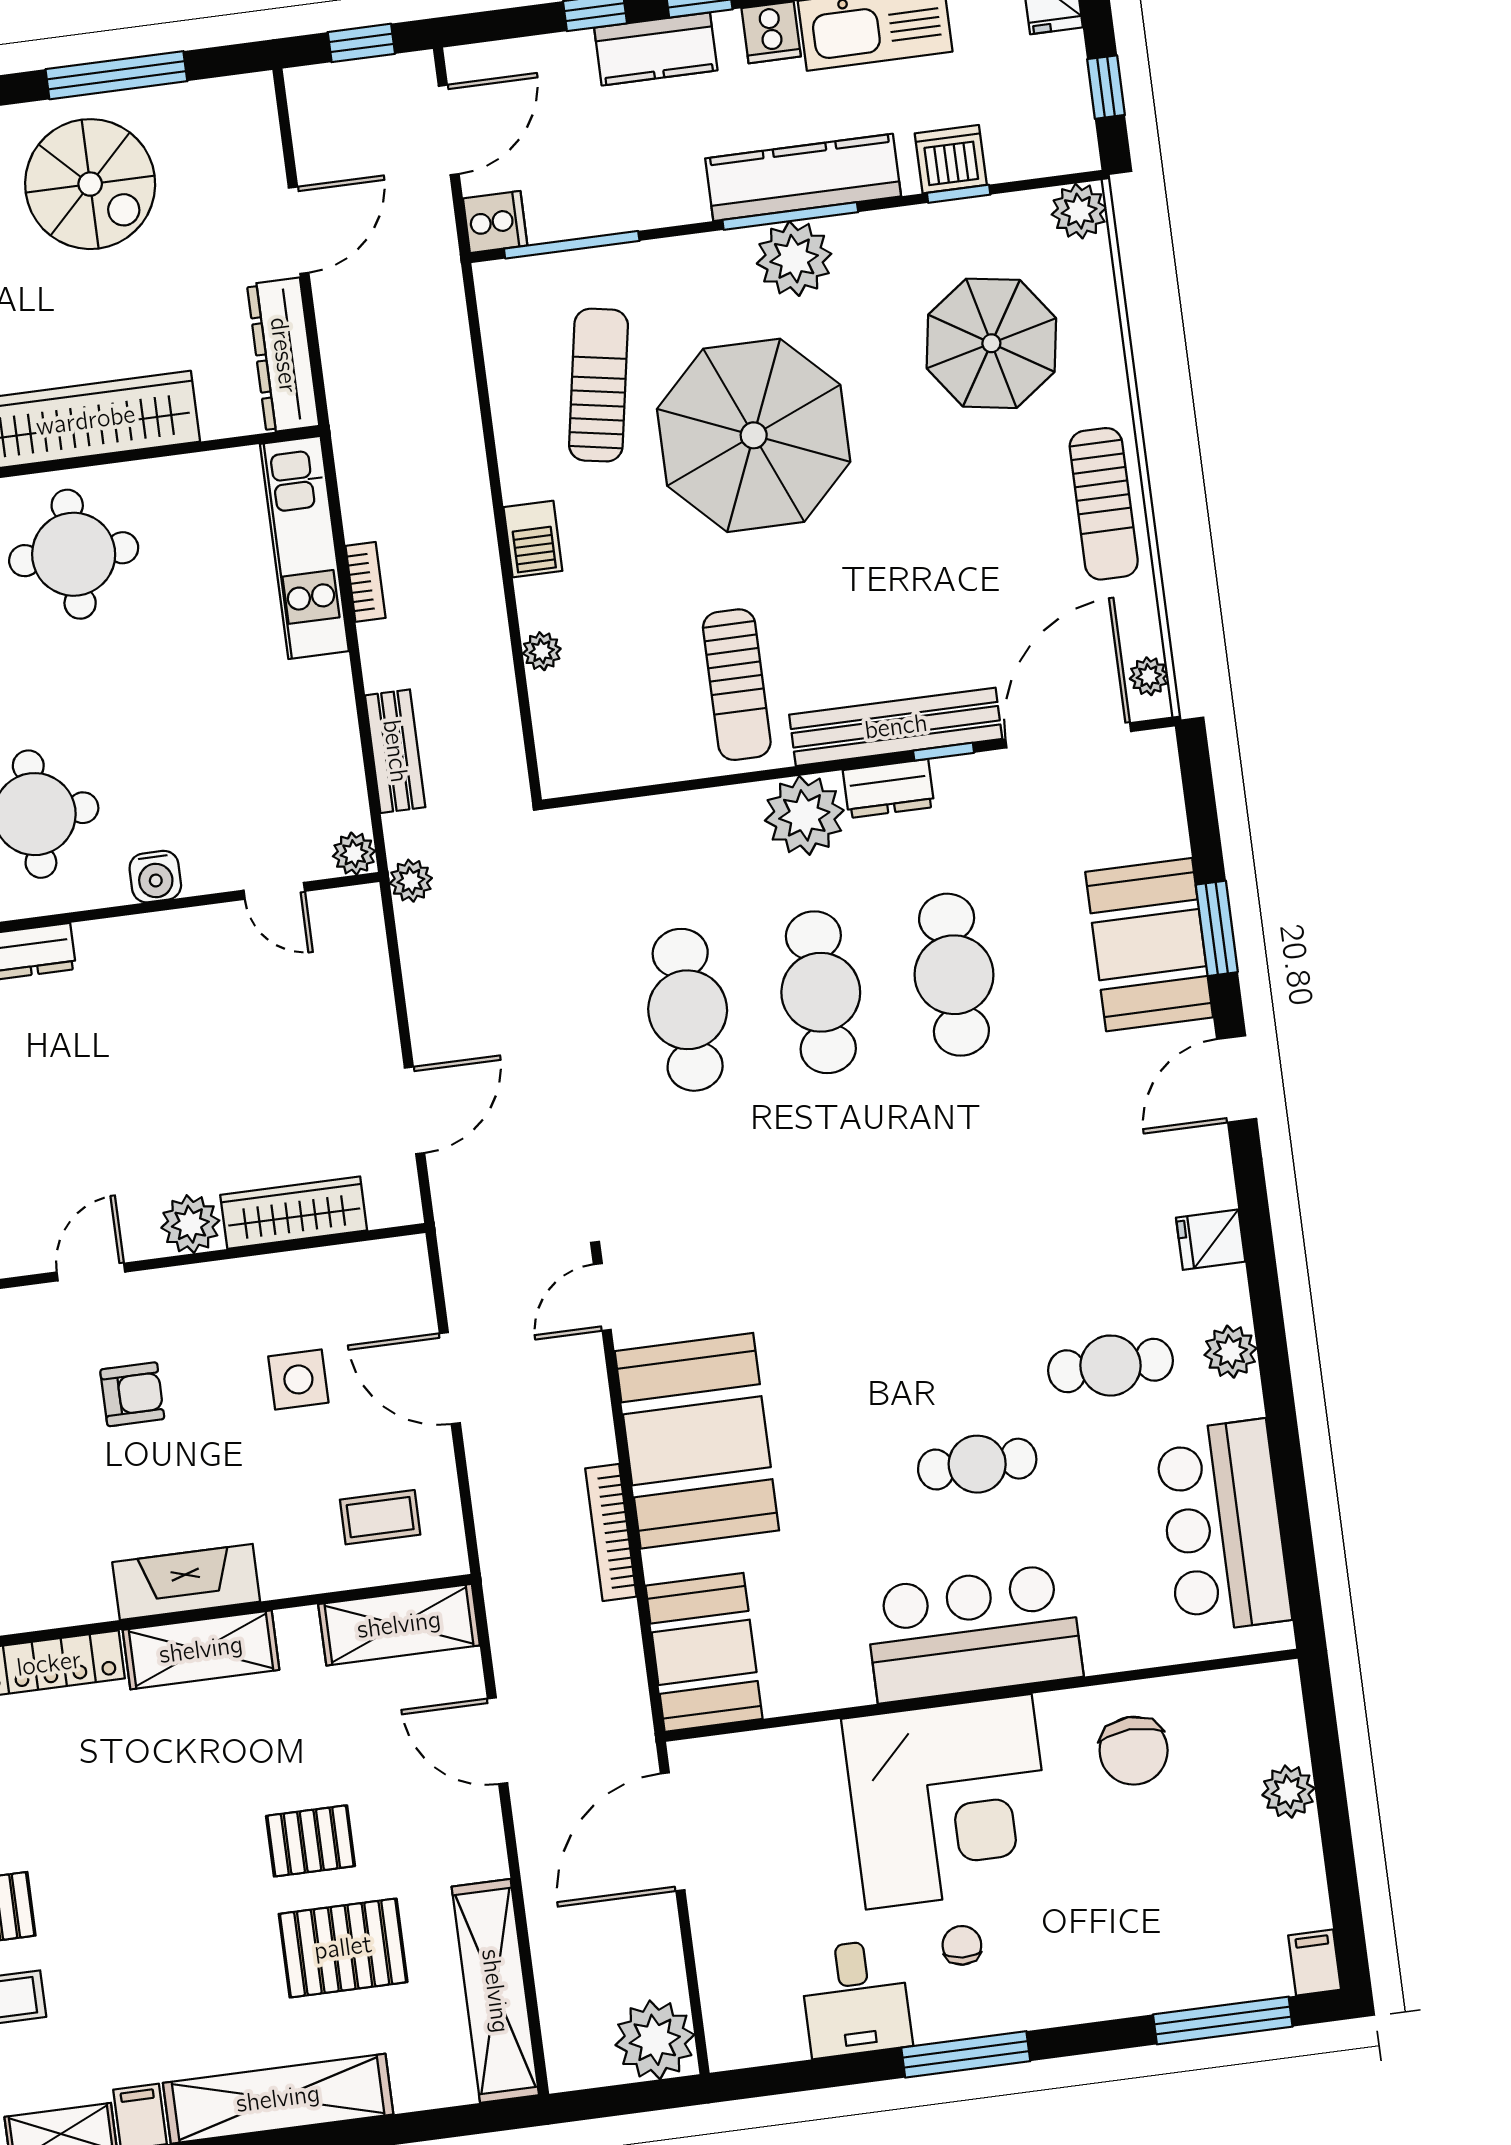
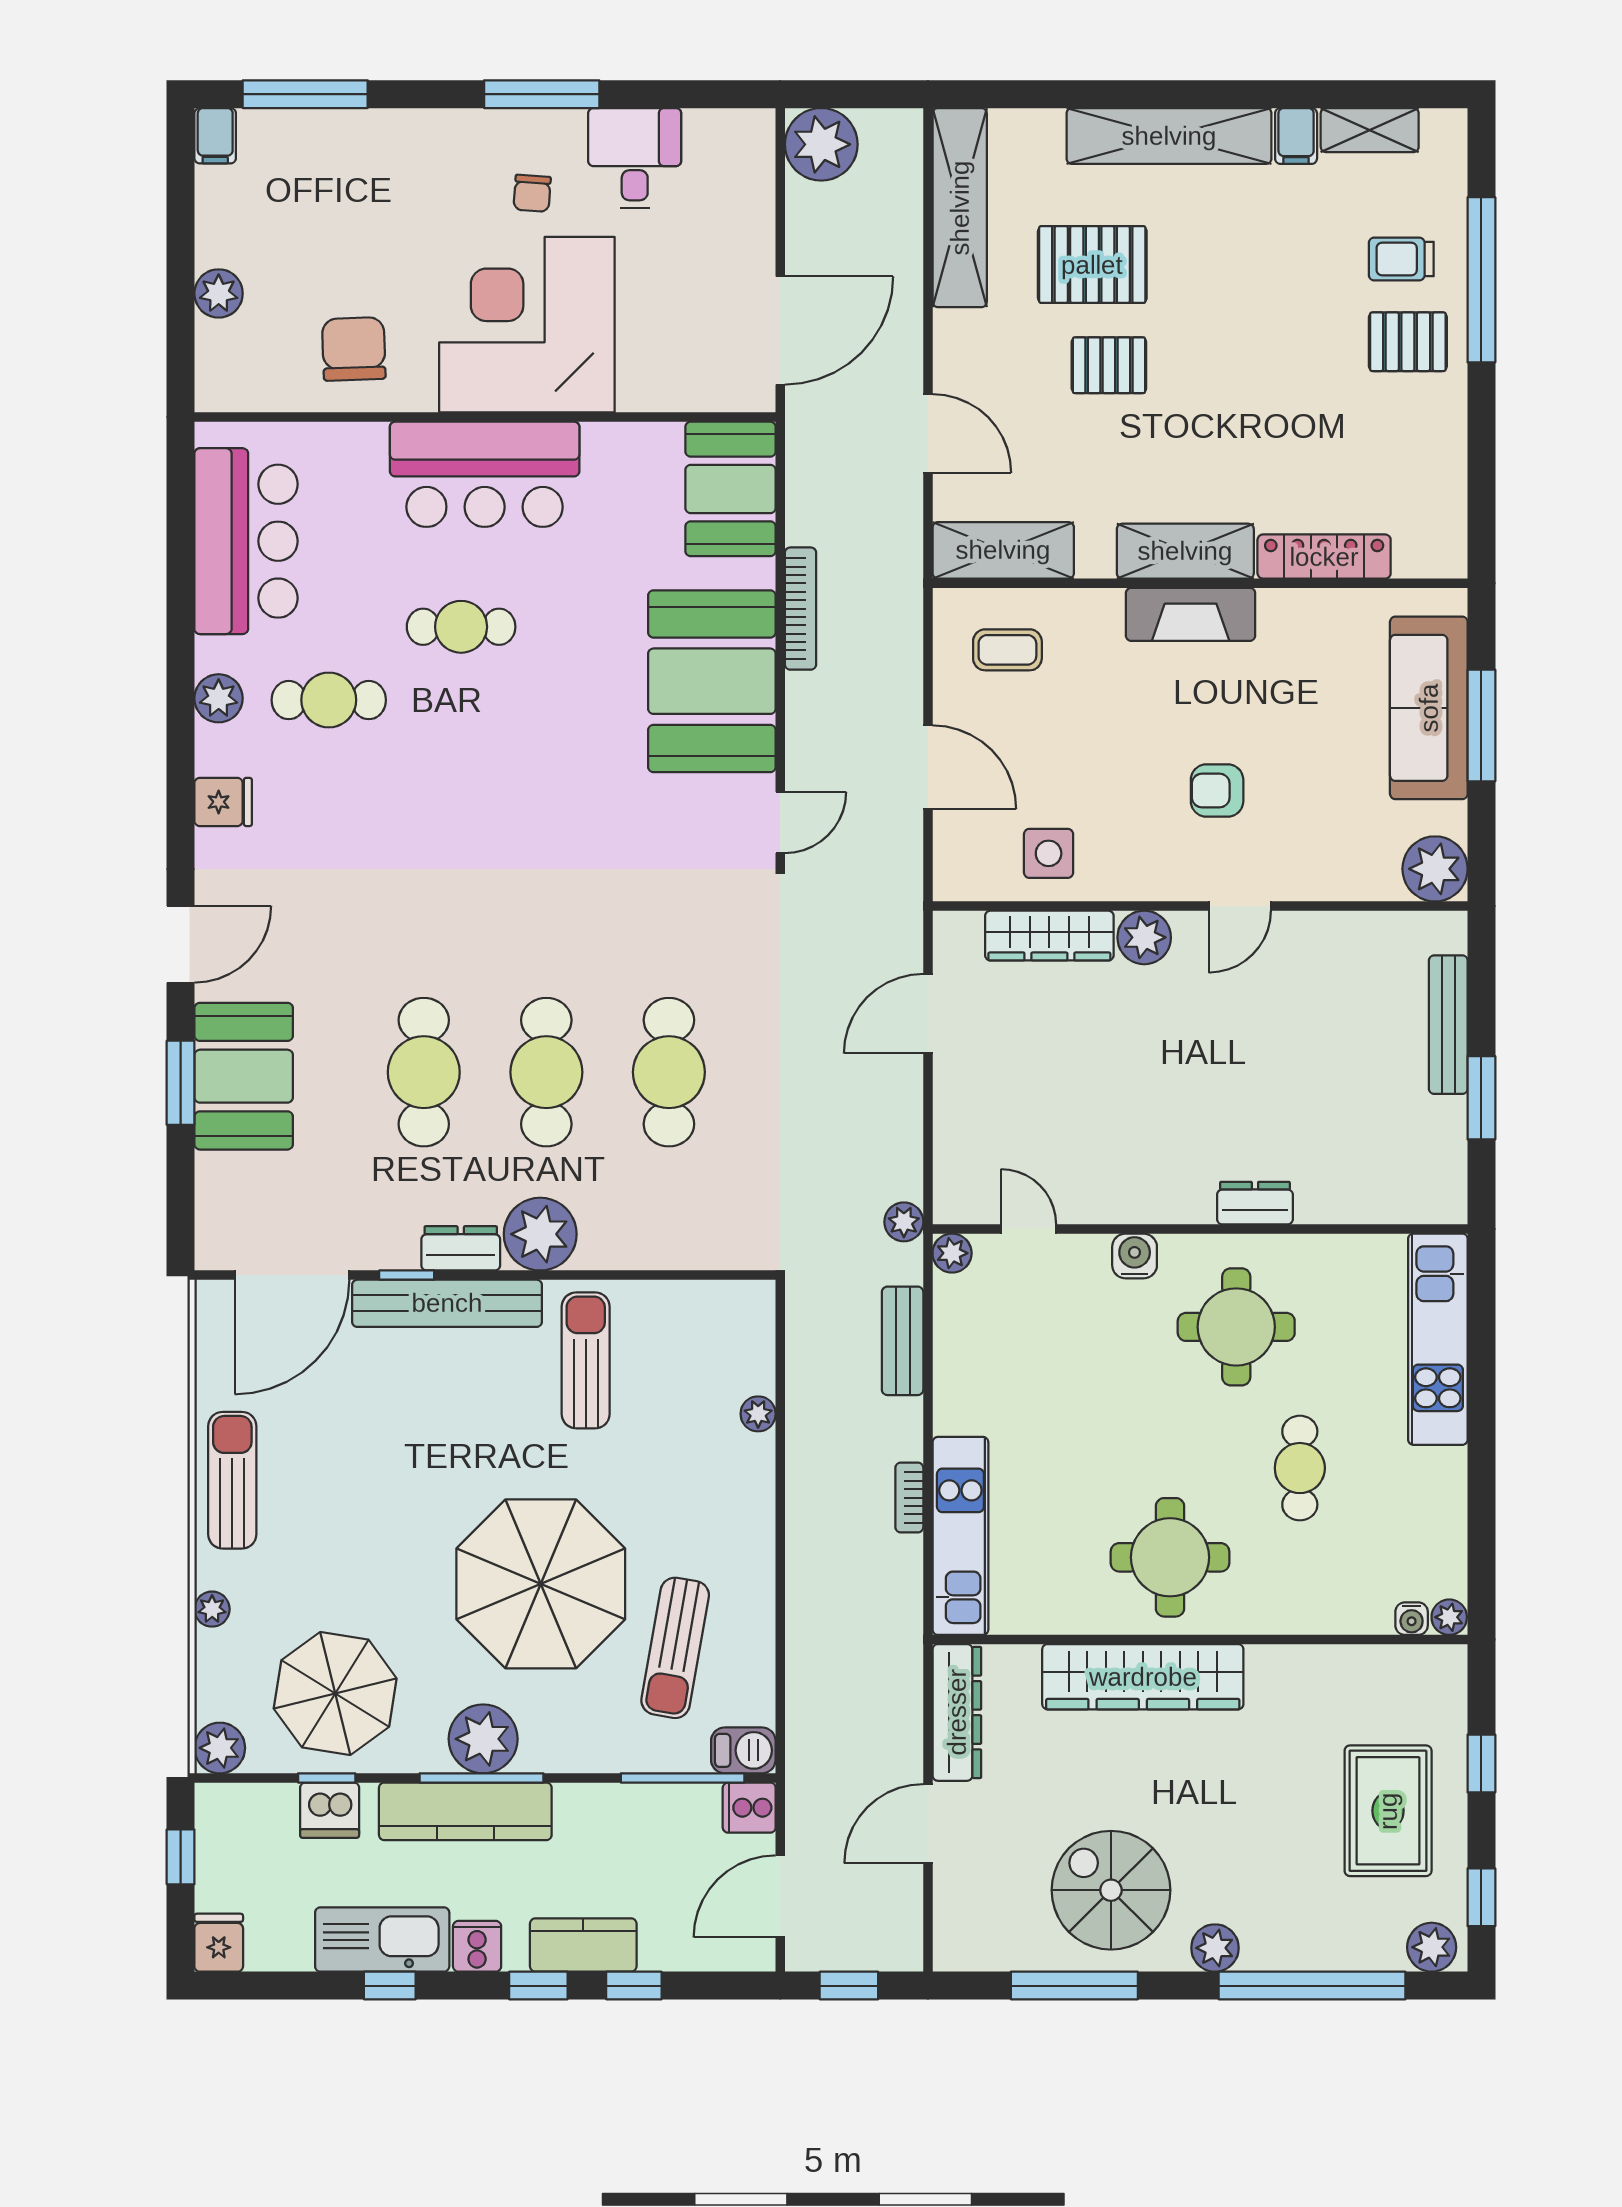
parasol: (991, 343) -> (335, 1693), moved
barbecue: (533, 539) -> (743, 1750), moved, turned 90
plant: (1149, 676) -> (212, 1609), moved
side table: (298, 1379) -> (1049, 853), moved

